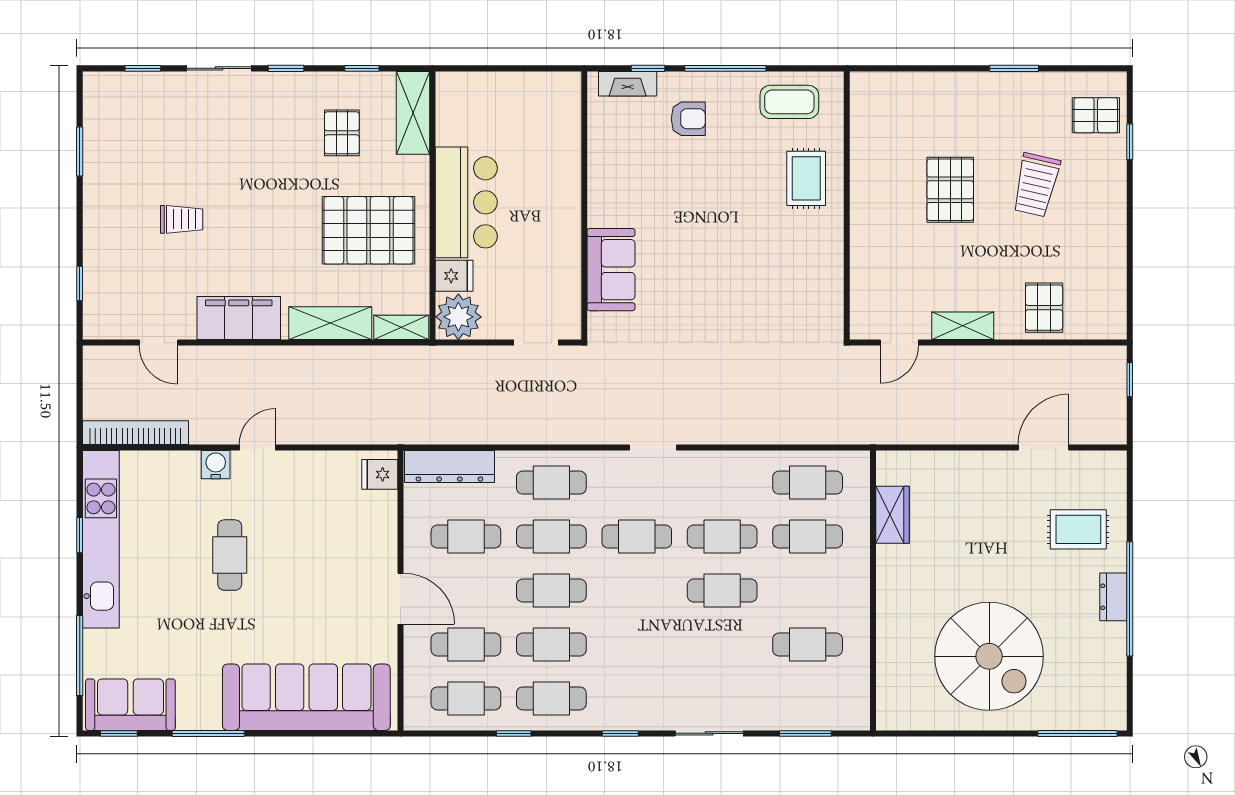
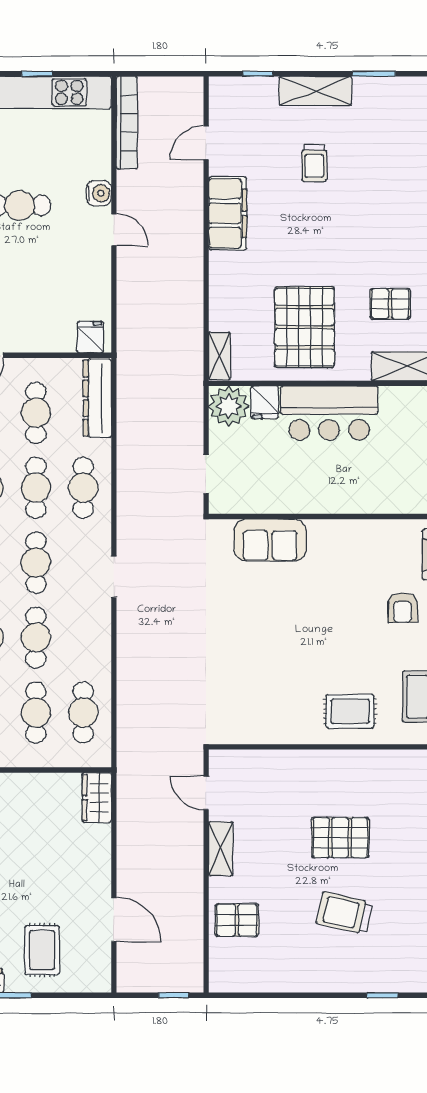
pallet: (1096, 115) -> (406, 965), removed
shelving: (330, 323) -> (315, 91), moved, turned 90
wardrobe: (893, 515) -> (97, 798), moved, turned 90

